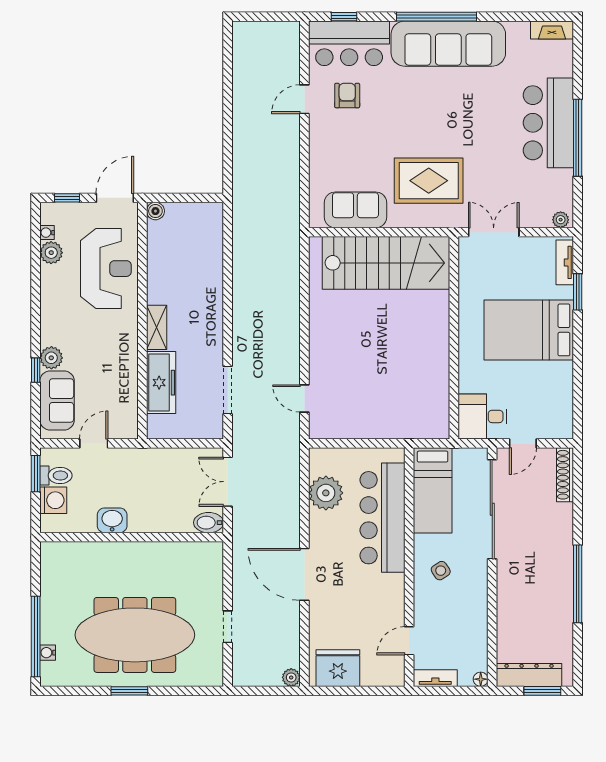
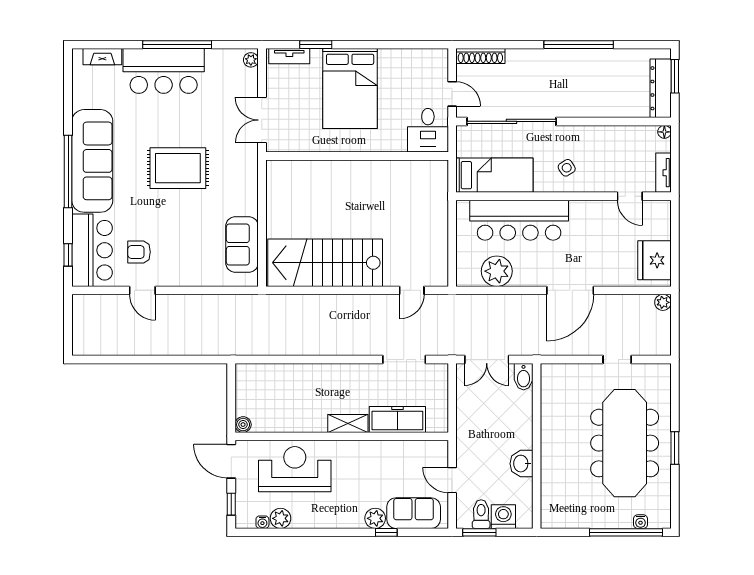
fireplace: (552, 30) -> (102, 57), moved, turned 90
rug: (429, 181) -> (178, 168), moved, turned 90
stairs: (386, 263) -> (325, 263), moved, turned -90

